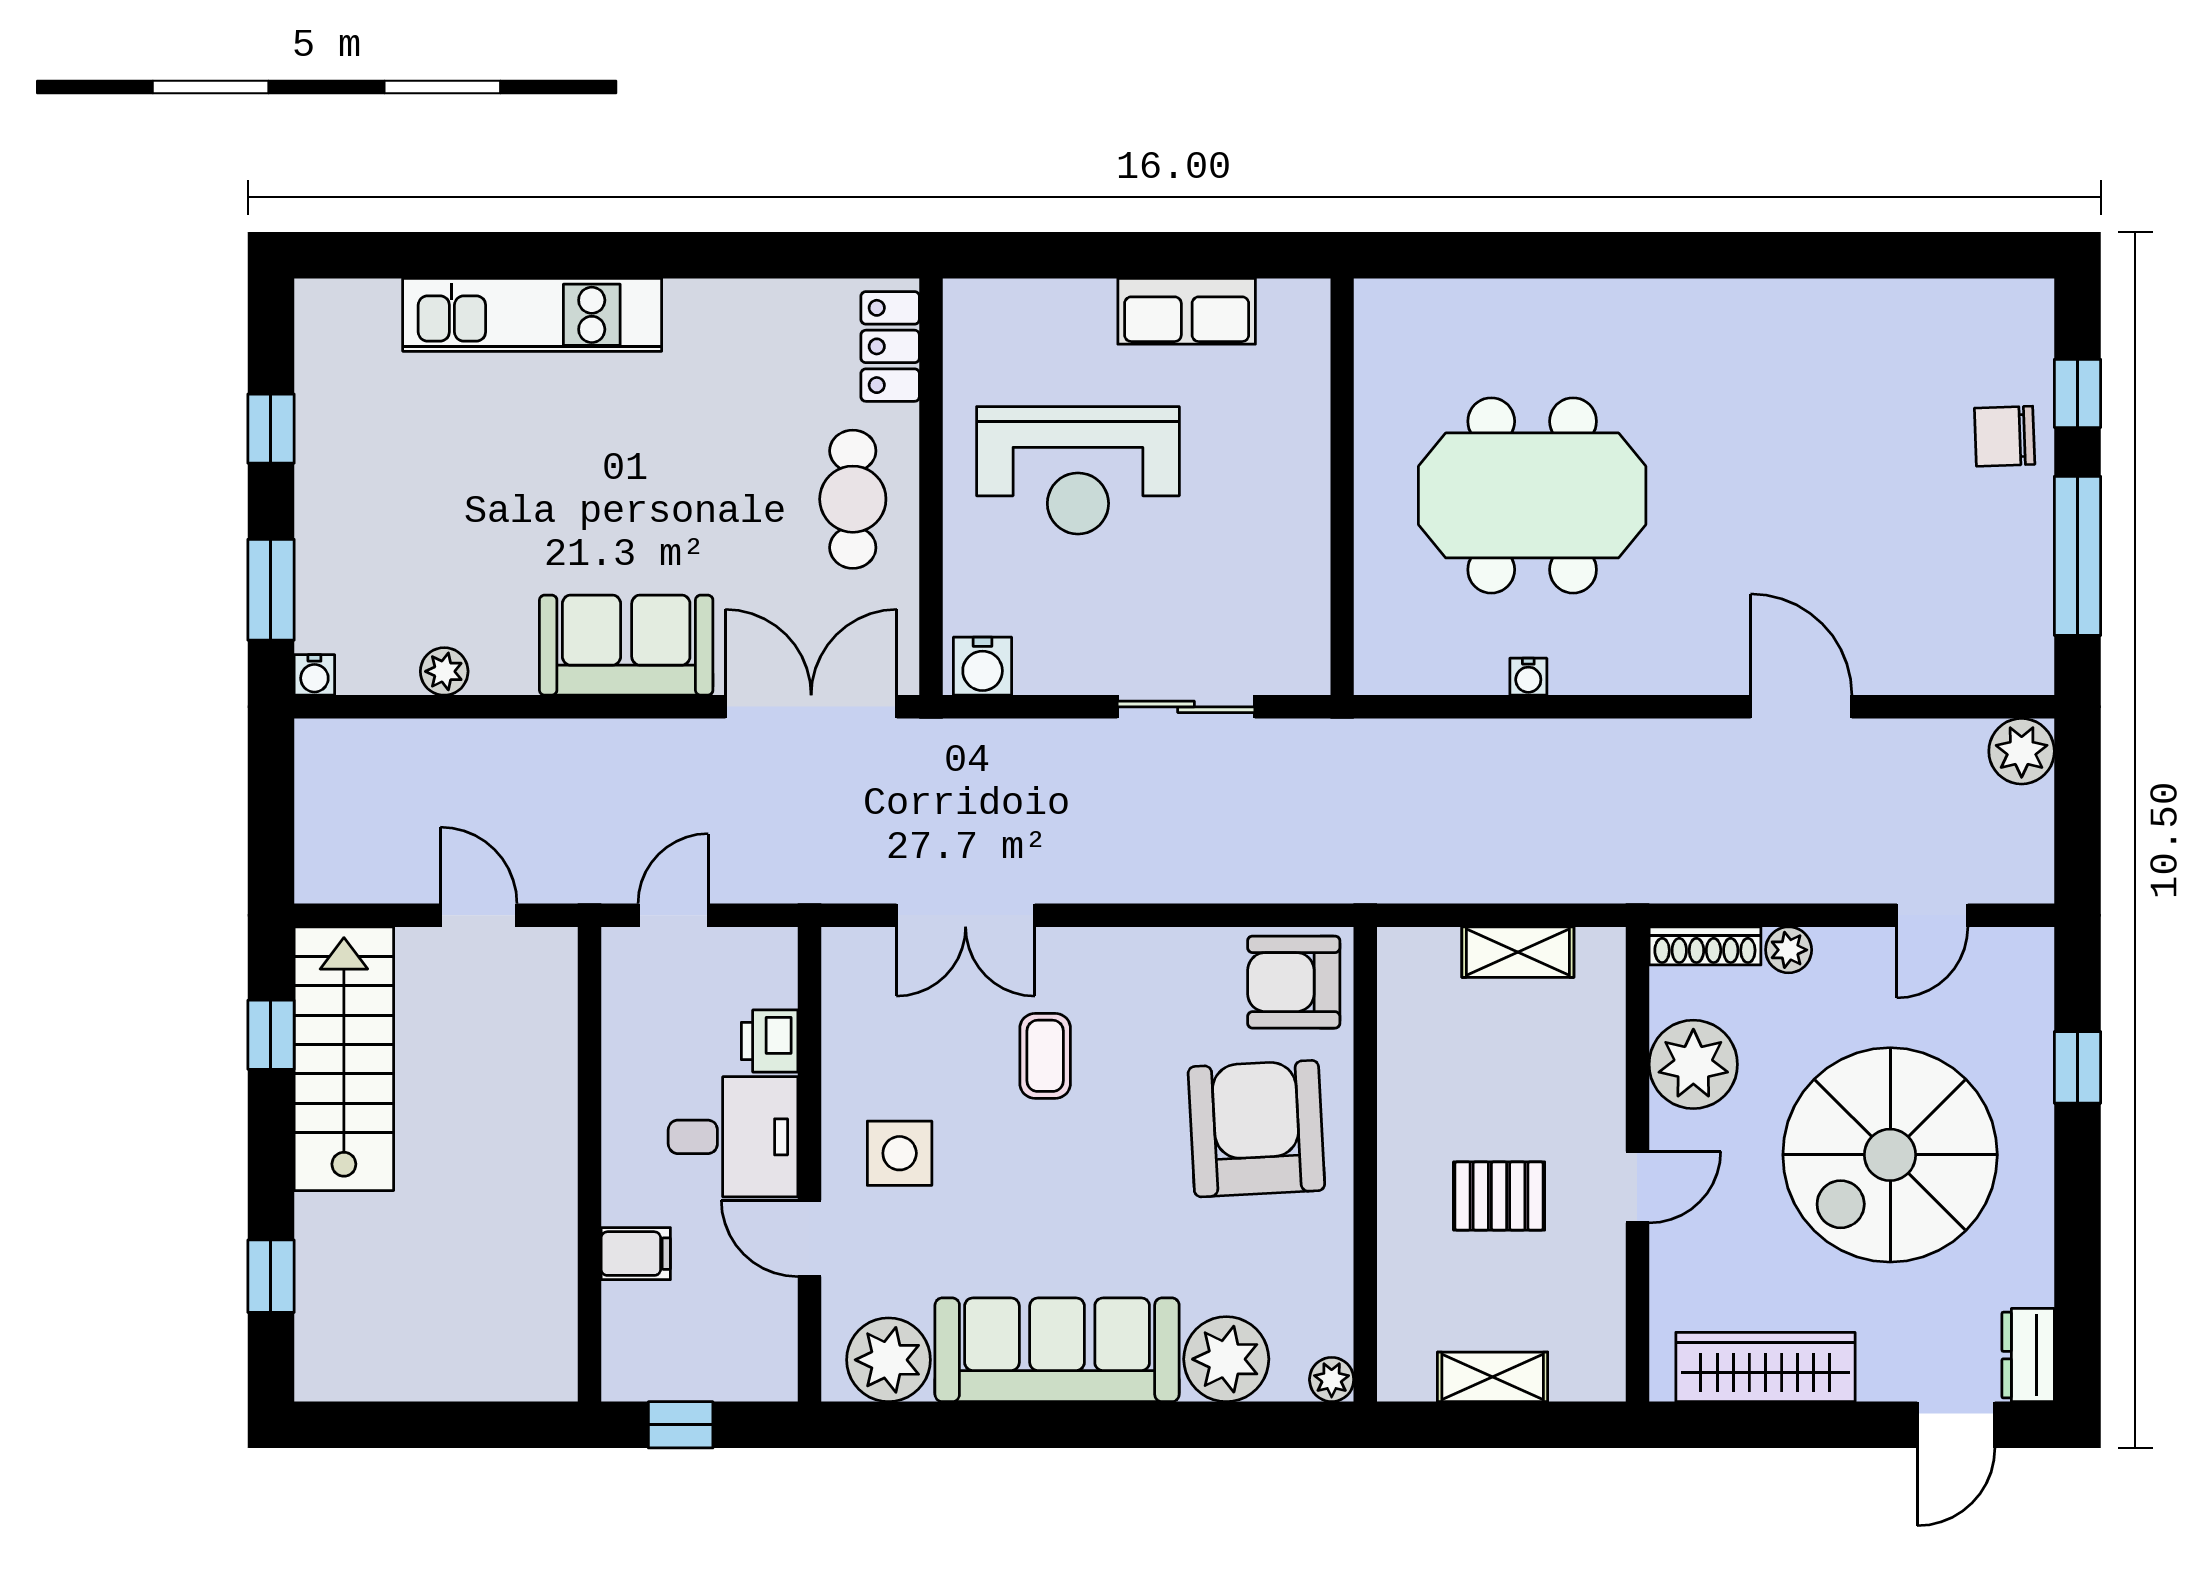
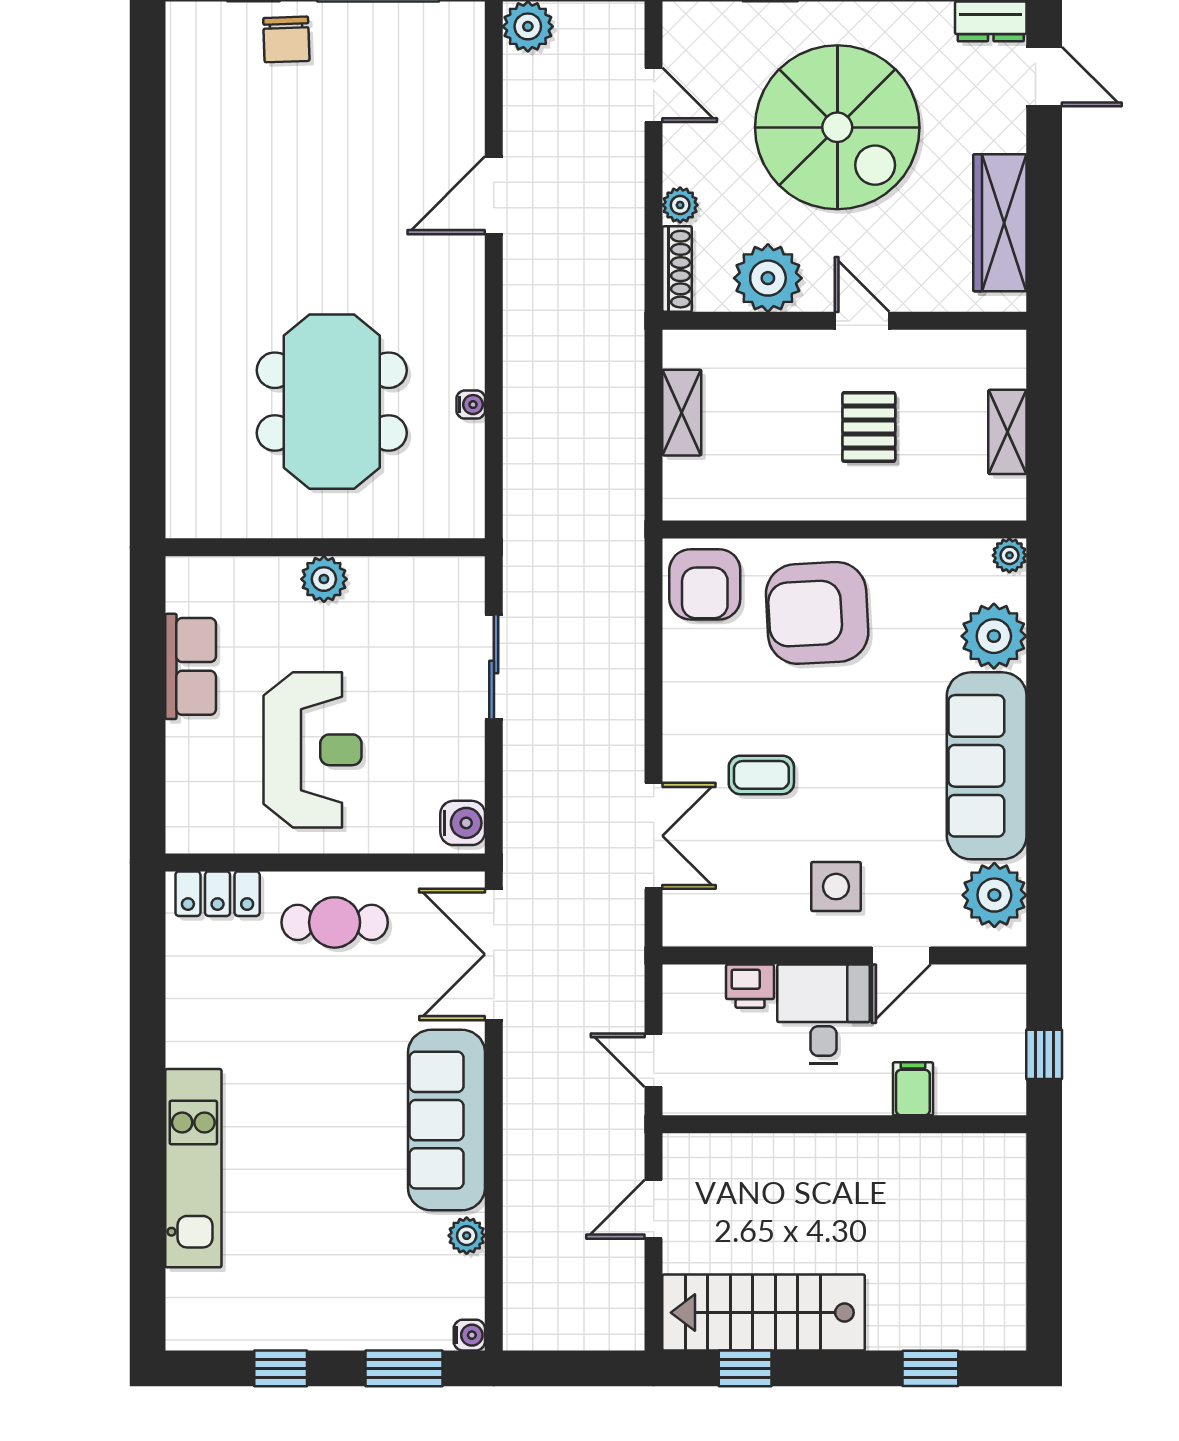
plant: (1301, 485) -> (324, 579), added
sofa: (626, 645) -> (447, 1120), width x1.36

